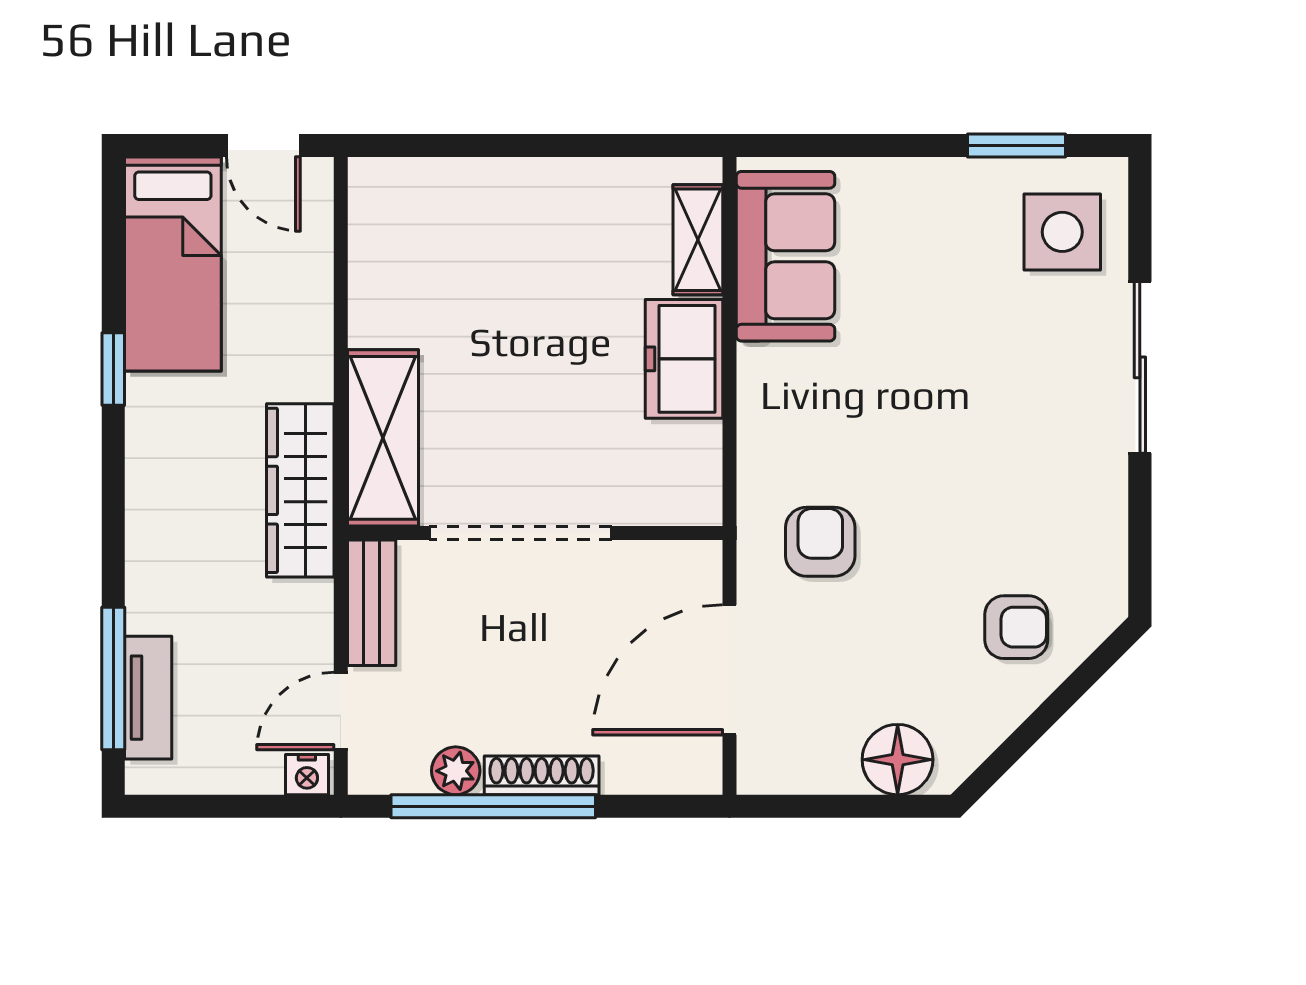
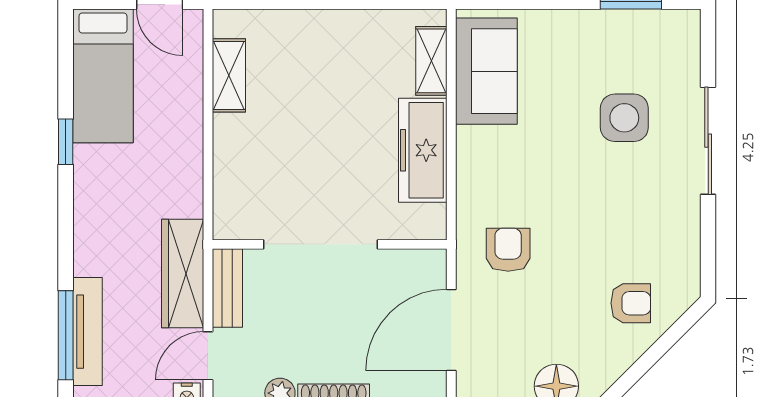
side table: (1062, 232) -> (624, 118), moved
freezer: (684, 359) -> (423, 150), width x1.40
shelving: (383, 438) -> (229, 75), moved, width x0.67, depth x0.75
wardrobe: (300, 490) -> (183, 274), moved
tv unit: (148, 698) -> (87, 332), width x1.41

